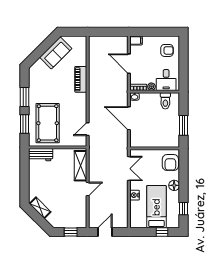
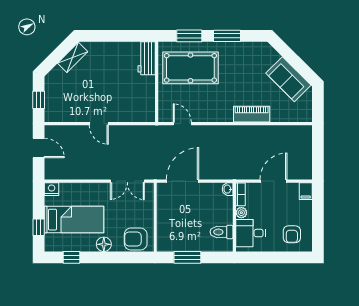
door: (129, 118) -> (183, 181), moved
shelving: (80, 166) -> (131, 114), removed
nightstand: (135, 195) -> (52, 189), moved

